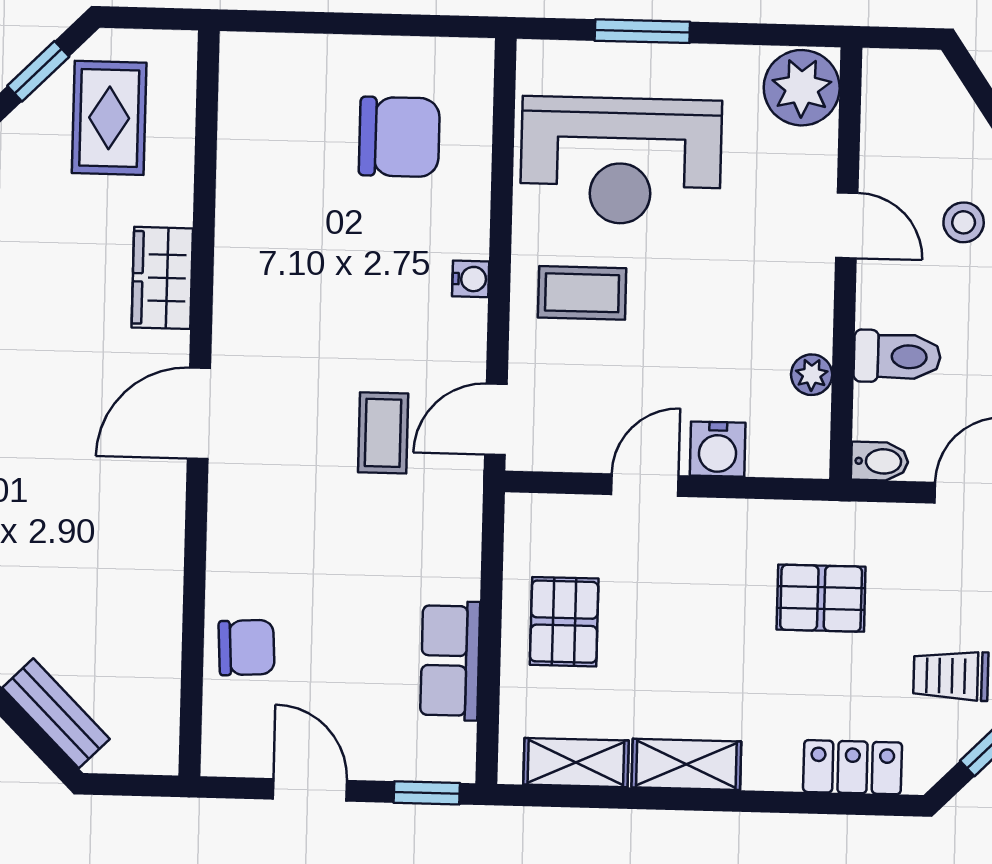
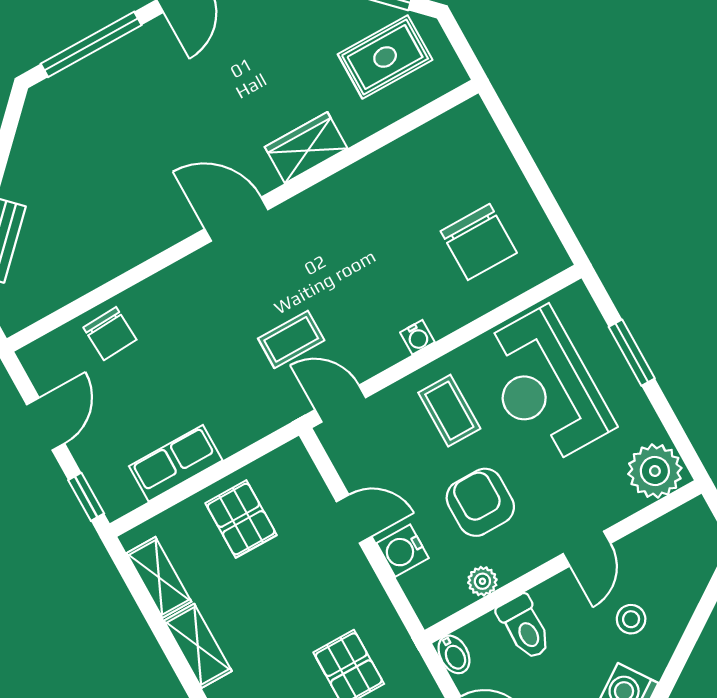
armchair: (715, 321) -> (480, 502), added
pallet: (564, 622) -> (241, 519), turned 90

